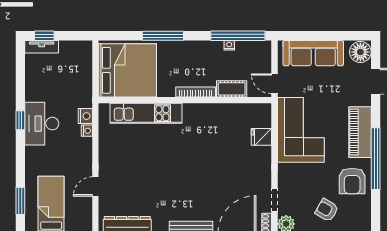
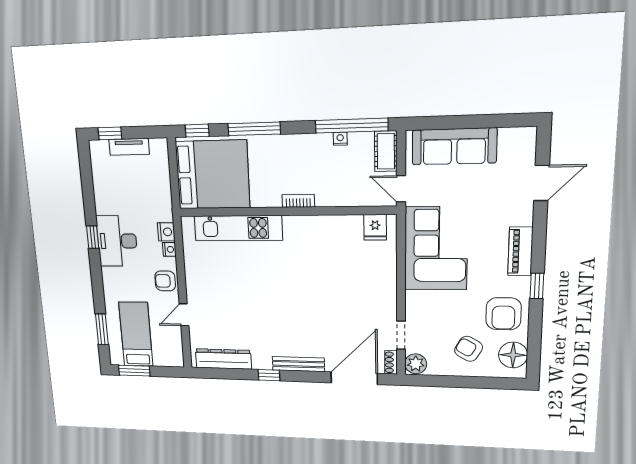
window: (117, 36) -> (197, 131), added
tv unit: (42, 47) -> (129, 147), moved
floor lamp: (360, 52) -> (513, 355), moved
cot: (232, 89) -> (386, 151), moved, turned 90
bookcase: (196, 92) -> (298, 201), width x0.64
piano: (360, 132) -> (520, 251), width x0.73, depth x0.75
fridge: (261, 137) -> (375, 227), moved, turned -90
armchair: (81, 157) -> (165, 281), added
window: (376, 159) -> (537, 286), width x0.32

